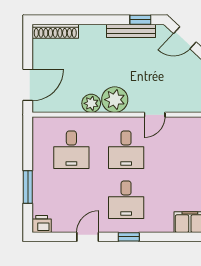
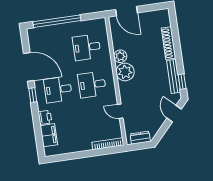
shoe rack: (55, 31) -> (169, 43), moved
door: (155, 115) -> (120, 111), moved
window: (28, 187) -> (57, 21), width x2.11
printer: (42, 224) -> (45, 117), moved
door: (88, 237) -> (29, 67), width x1.88

